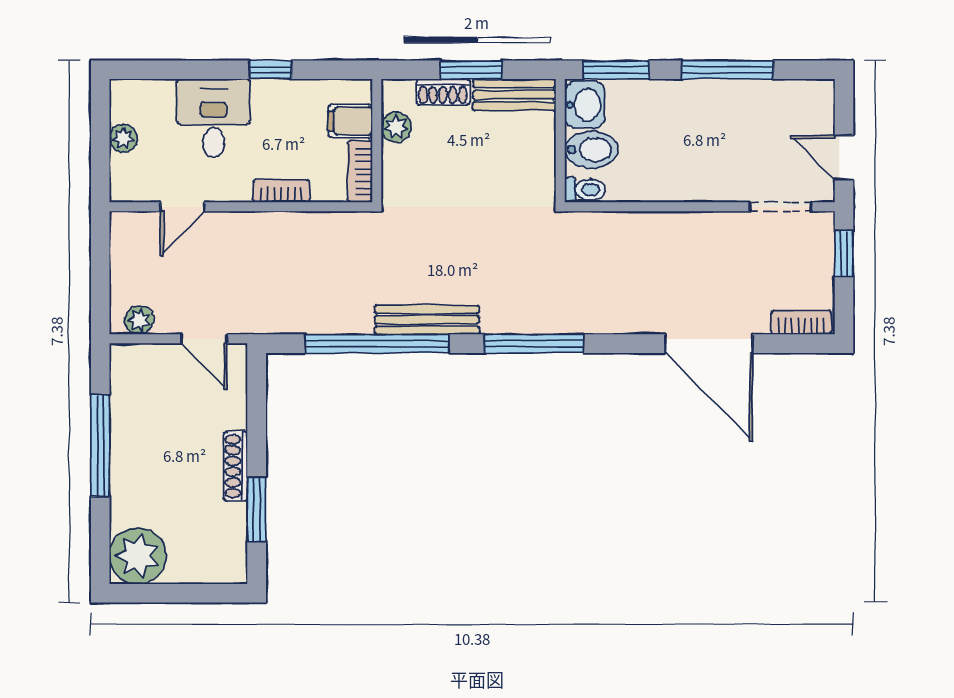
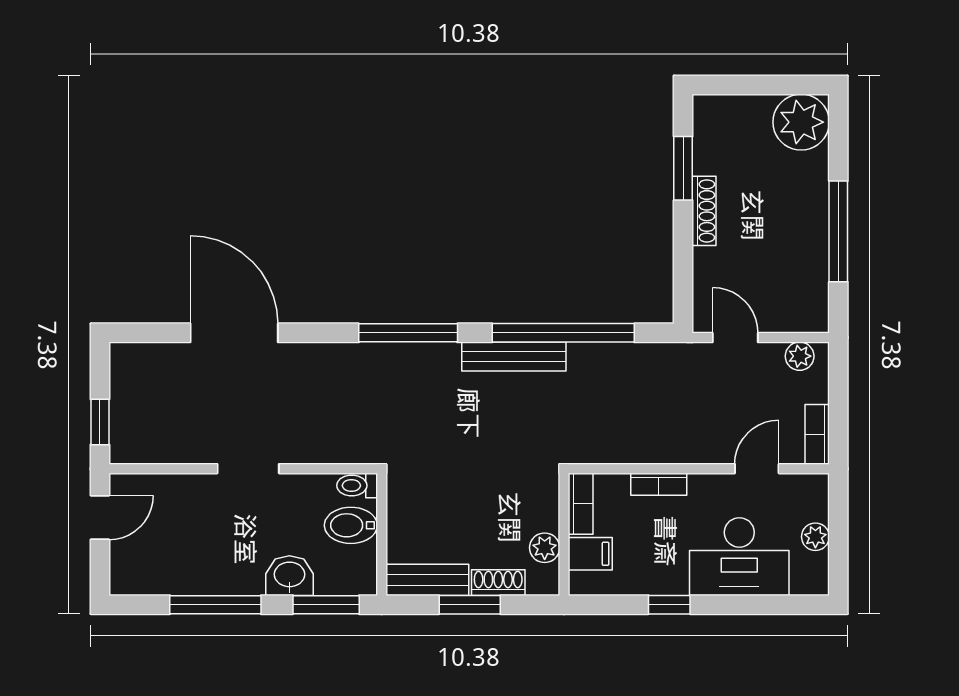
washbasin: (585, 105) -> (289, 576), moved, turned 90
desk: (214, 118) -> (739, 557), width x1.37
door: (844, 158) -> (100, 518), hinge flipped
doorway: (780, 207) -> (248, 469), moved
bookcase: (801, 322) -> (817, 434), moved, turned 90

